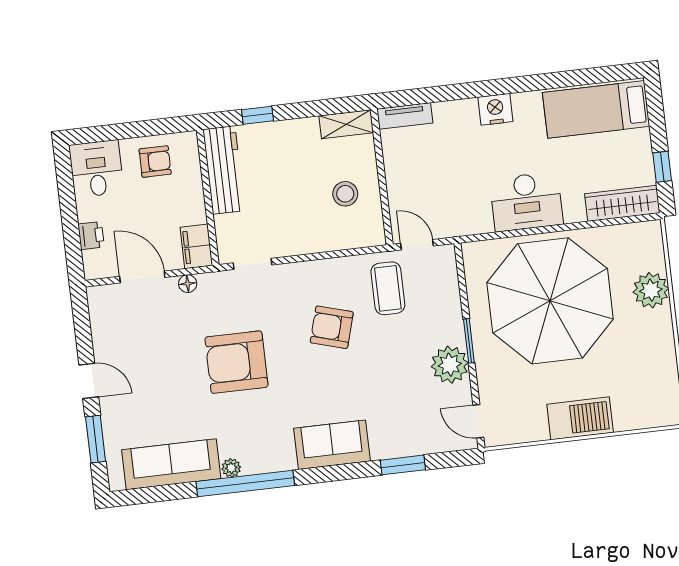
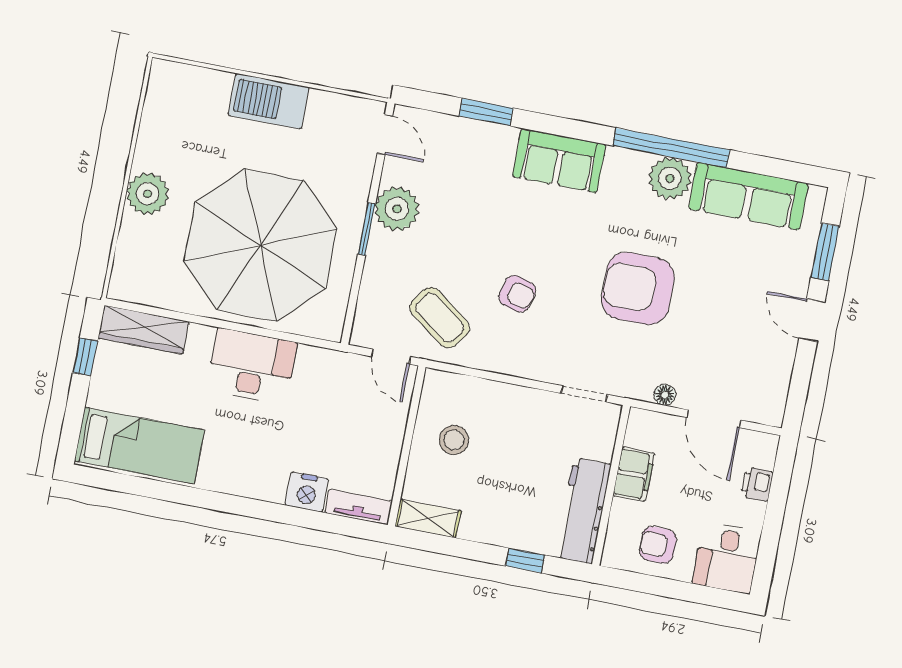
nightstand: (495, 109) -> (307, 492), moved
filing cabinet: (196, 246) -> (634, 474), moved
coffee table: (388, 288) -> (440, 318), turned -54
plant: (651, 290) -> (148, 194), moved
armchair: (332, 327) -> (517, 294), width x0.72, depth x0.72
armchair: (236, 362) -> (638, 288), turned 180
plant: (231, 468) -> (670, 178), width x1.88, depth x1.88

